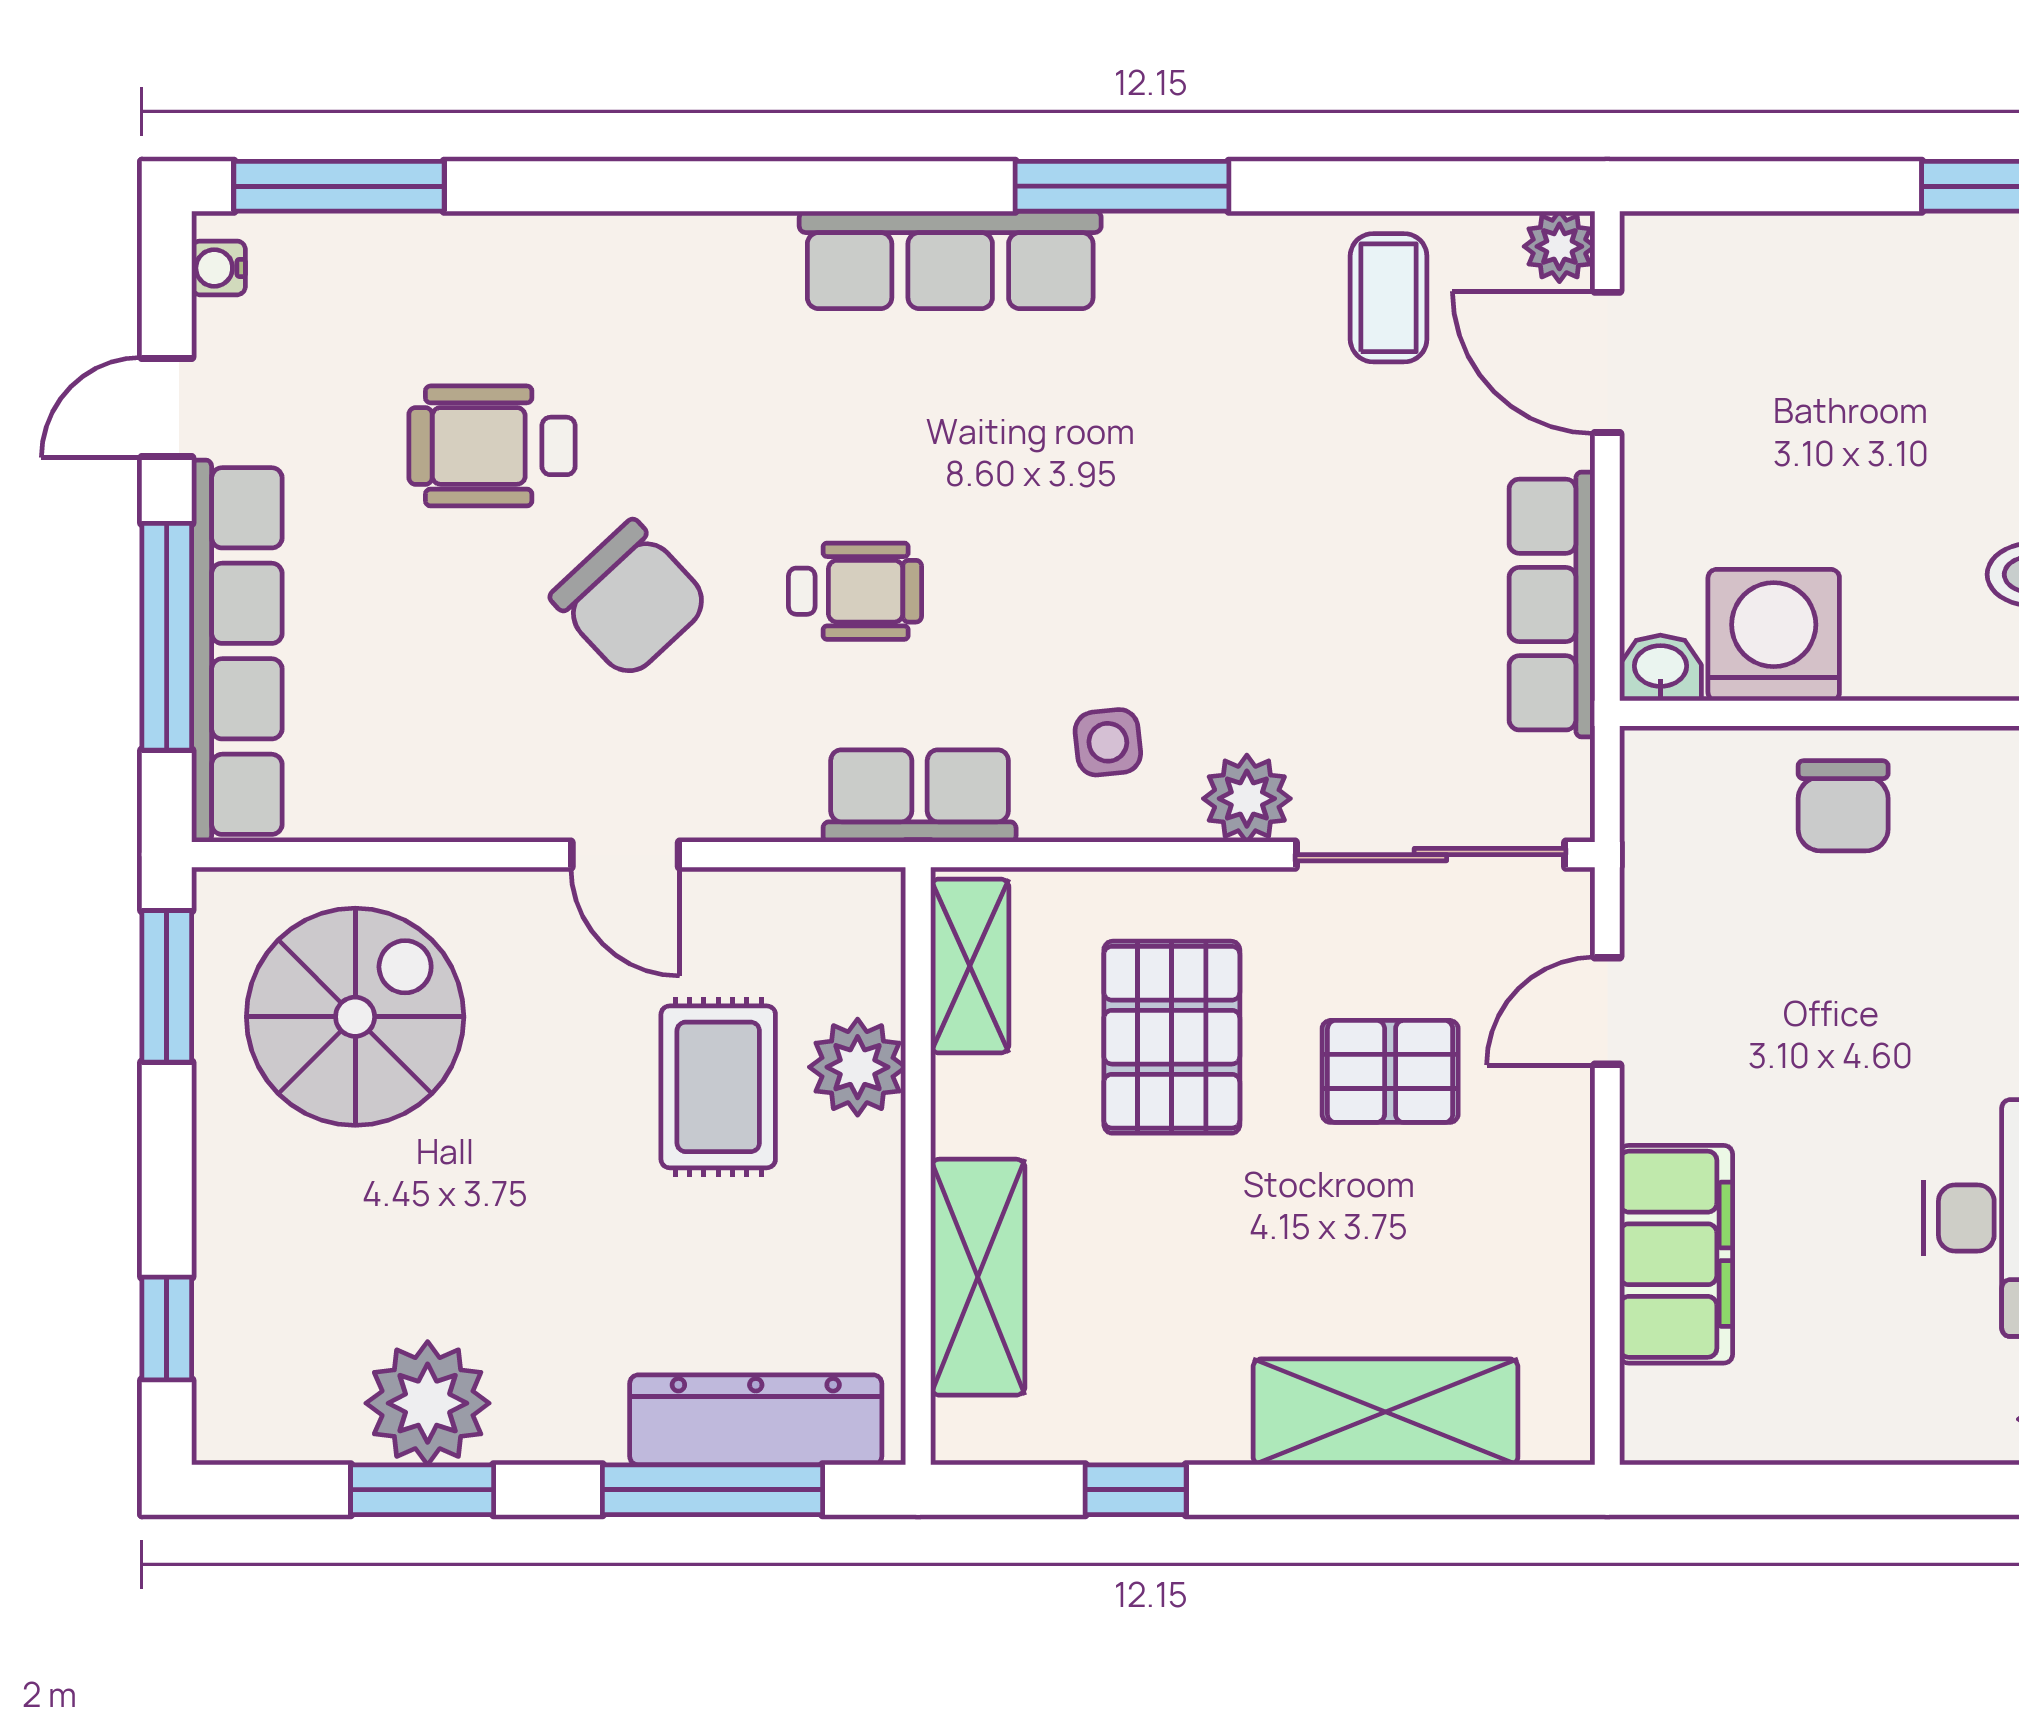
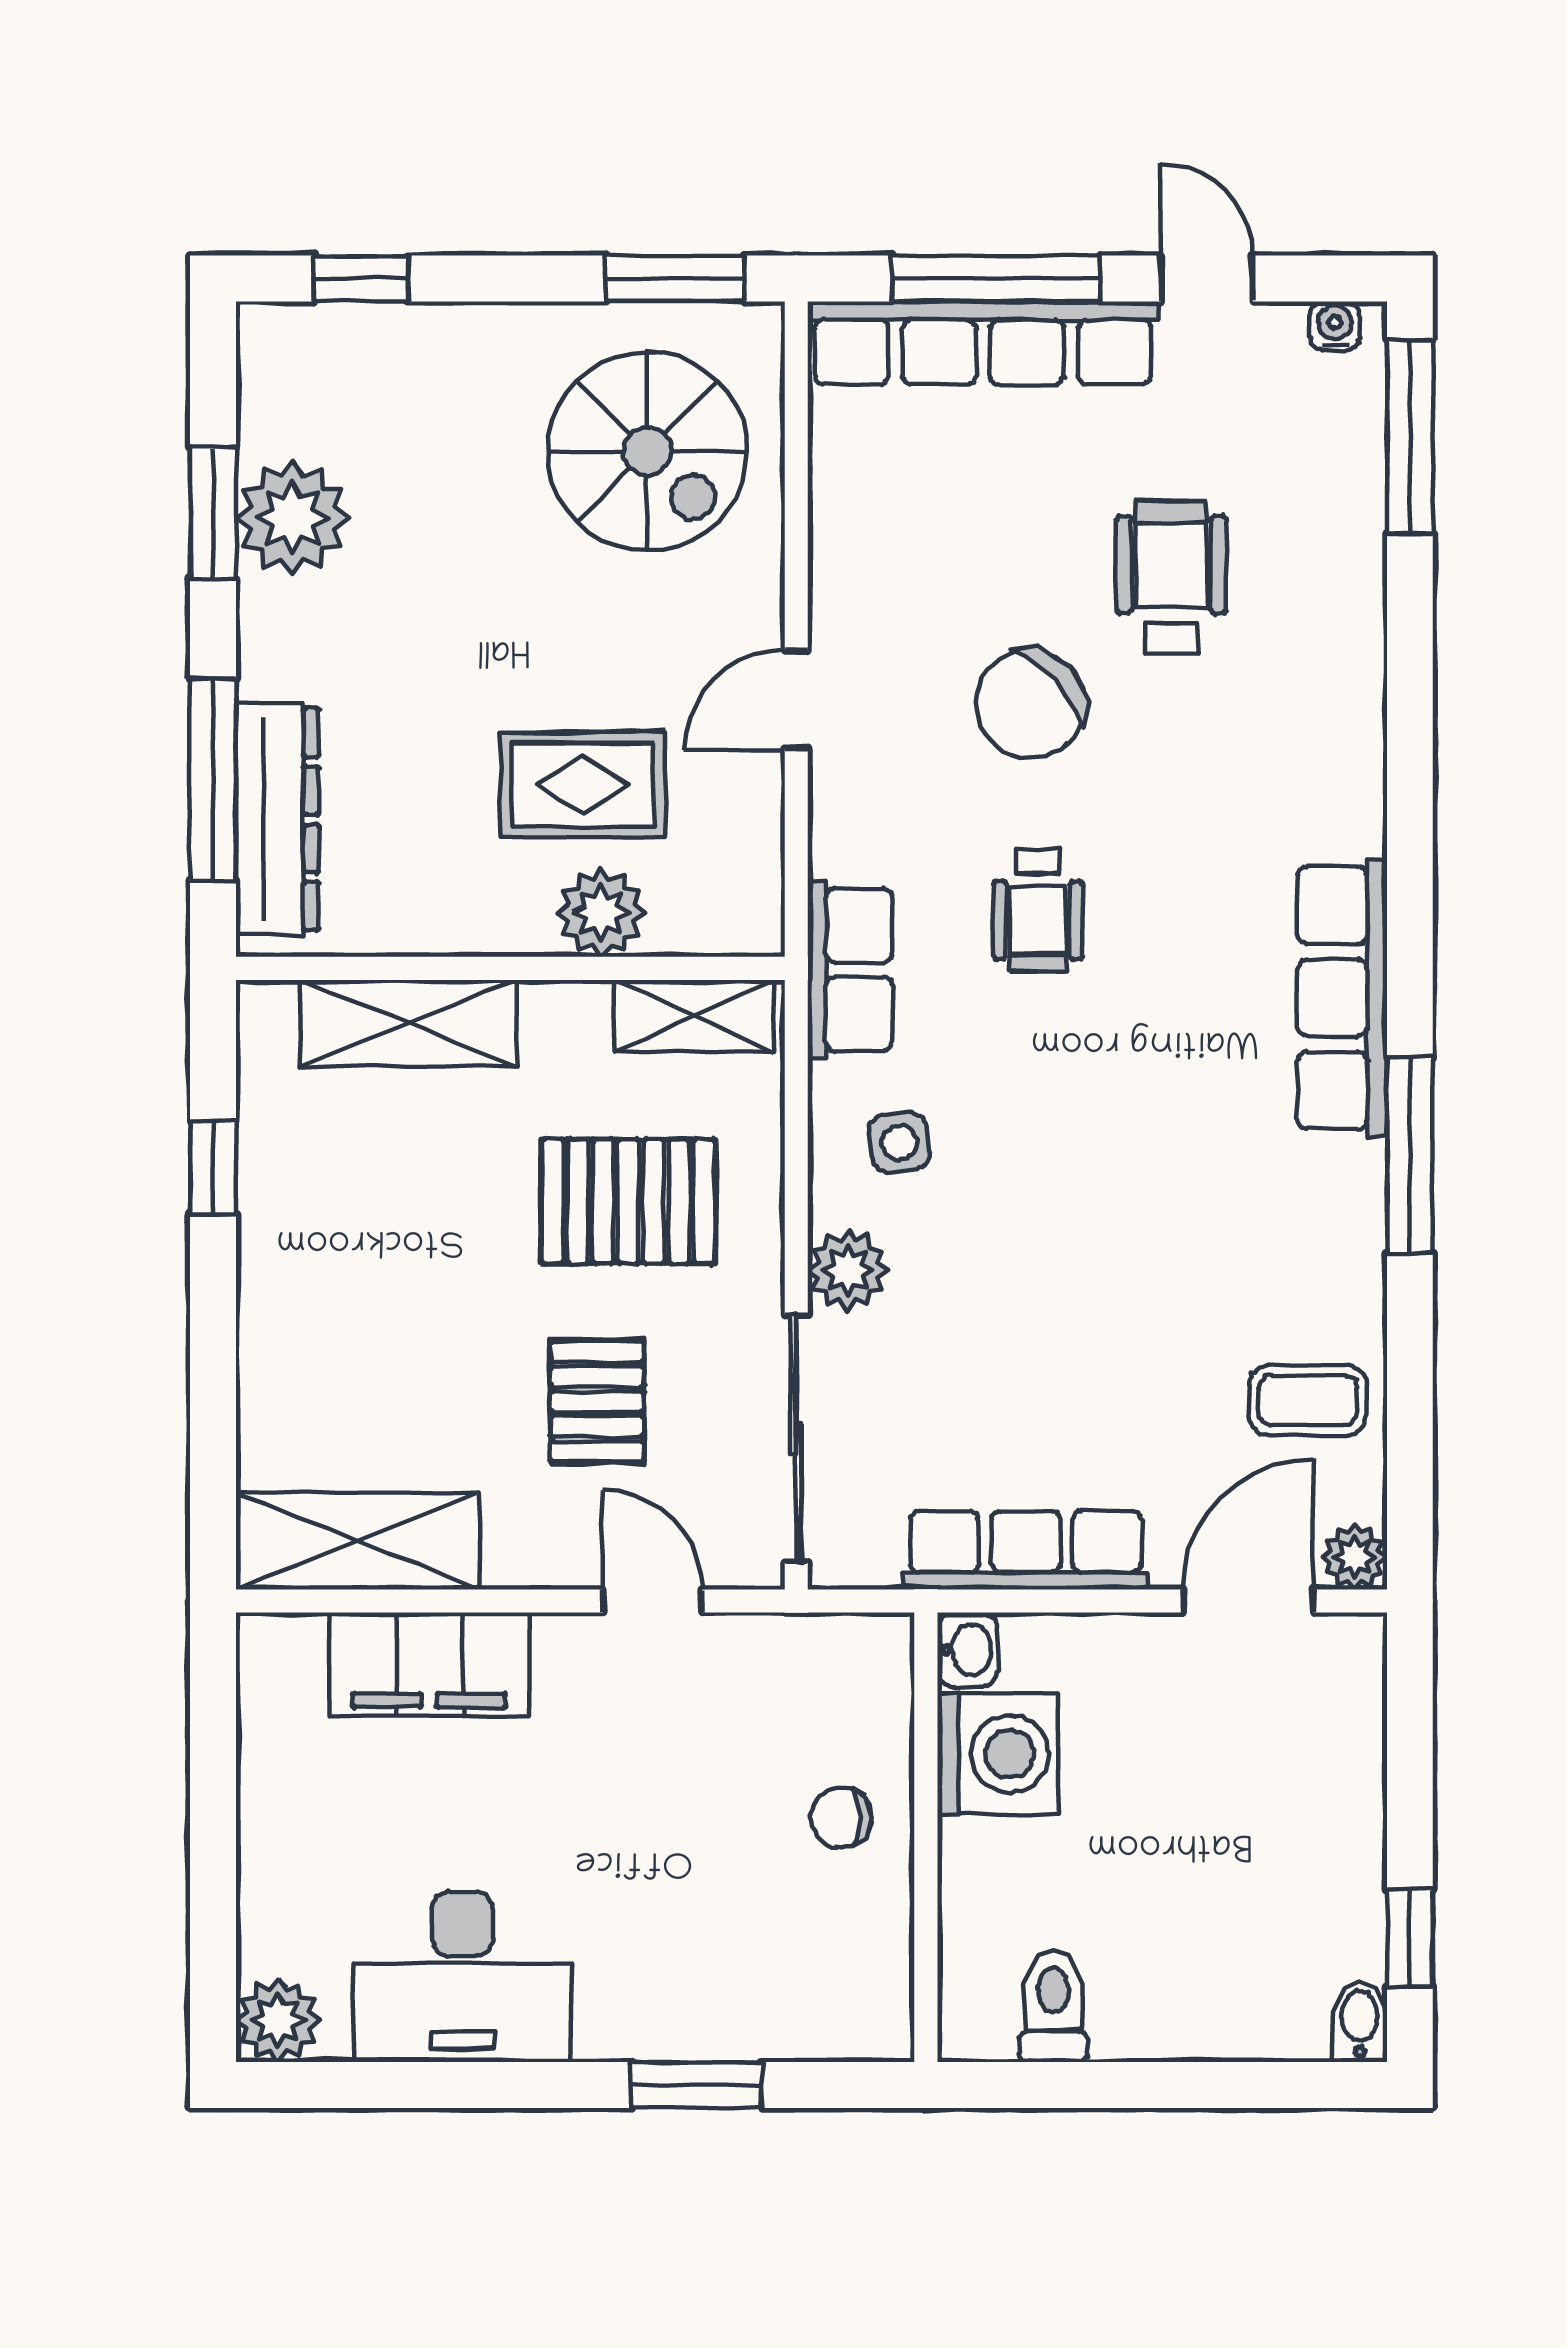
chair: (1843, 806) -> (841, 1818), width x0.73, depth x0.73
shelving: (1385, 1412) -> (358, 1541), moved, turned 90

